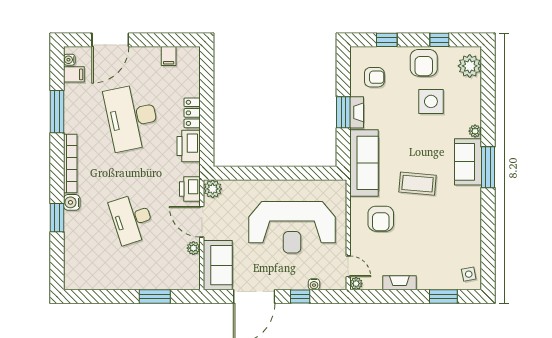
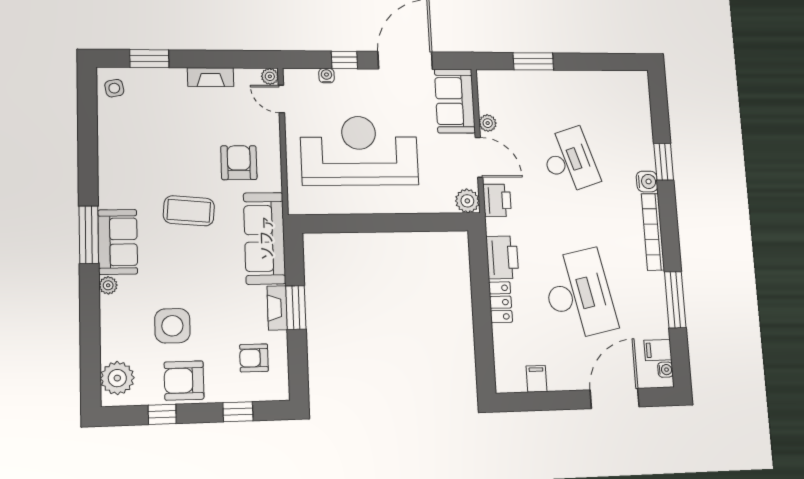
armchair: (424, 63) -> (184, 381), turned -90

